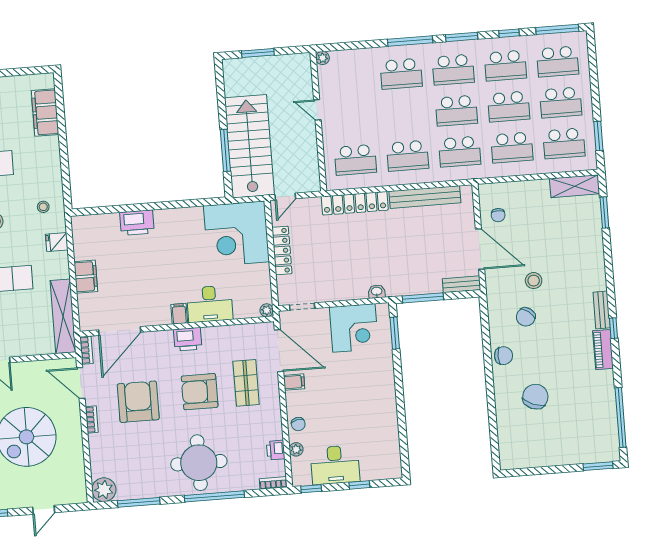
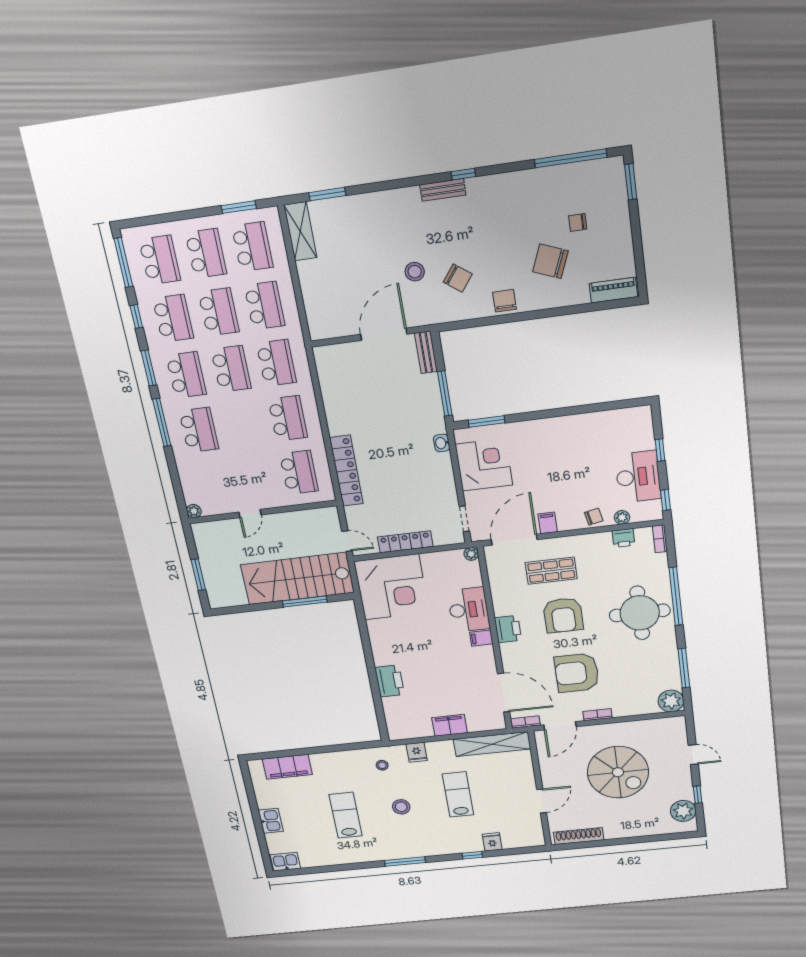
bench: (425, 197) -> (331, 398), removed
chair: (498, 215) -> (578, 222), moved, turned 180
piano: (603, 350) -> (613, 290), moved, turned 180

